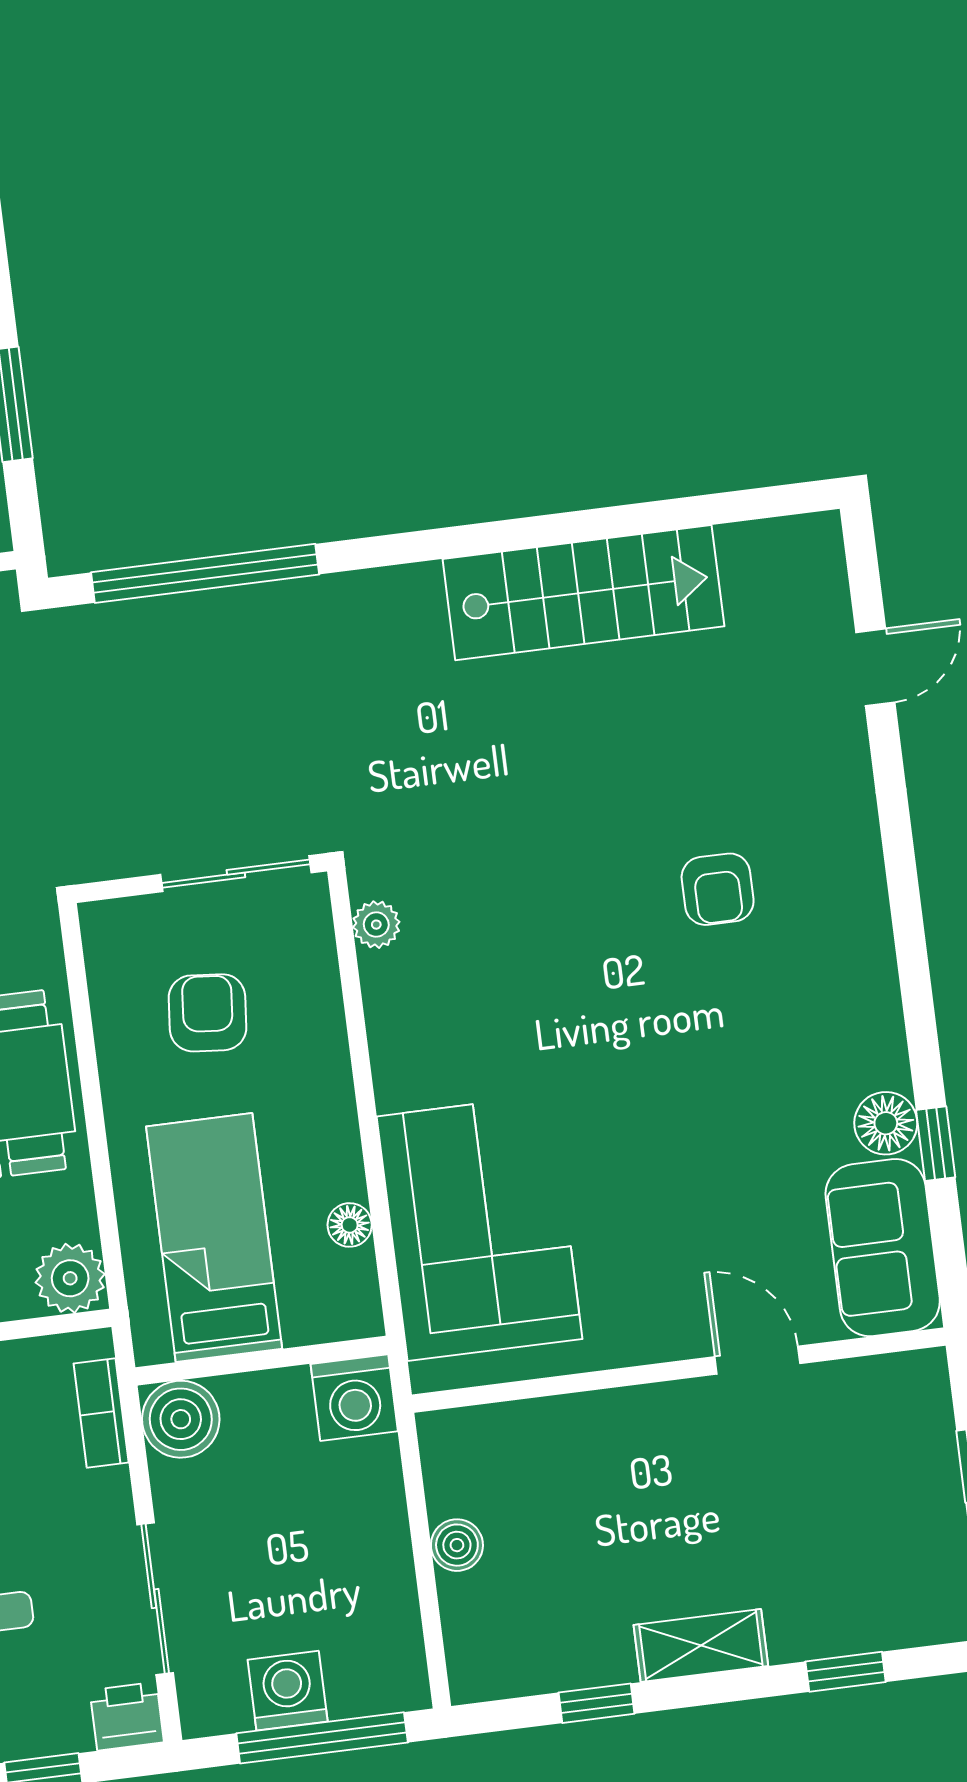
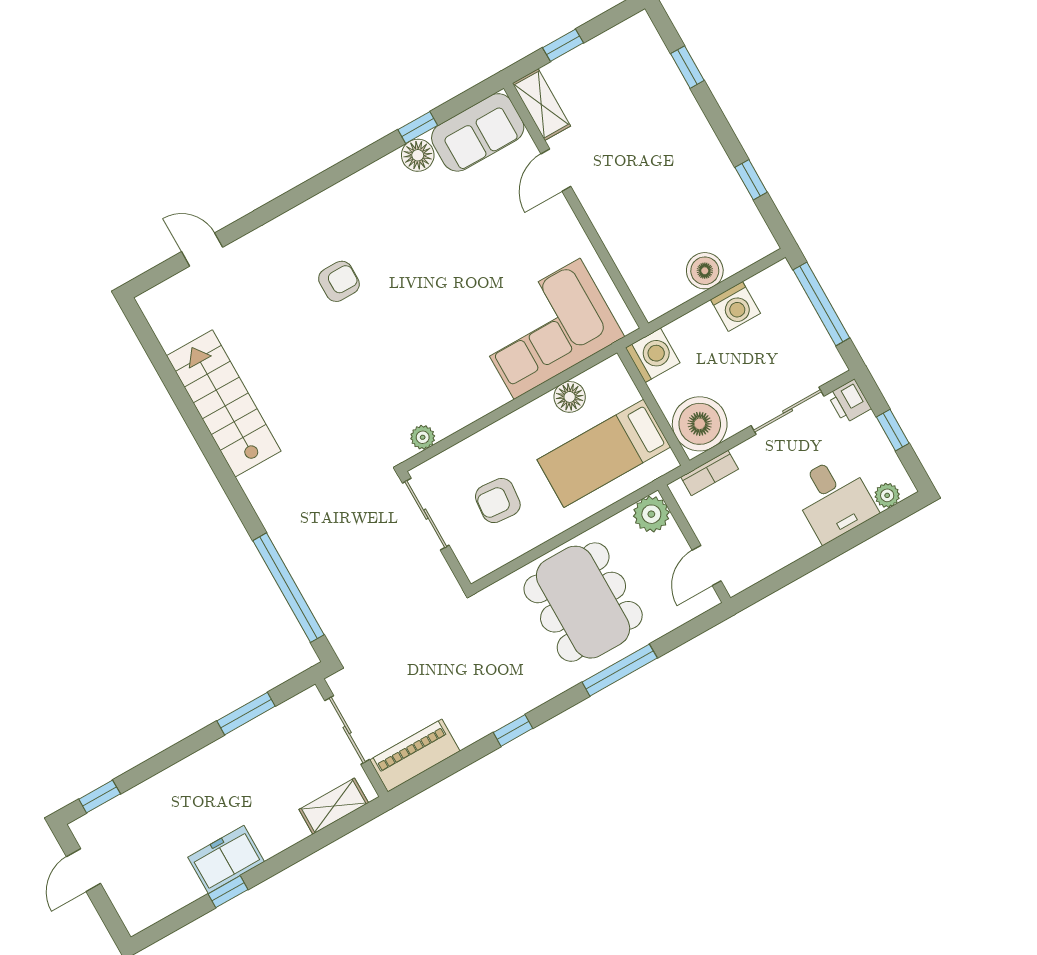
floor lamp: (350, 1225) -> (570, 397), width x1.37, depth x1.37
boiler: (181, 1419) -> (700, 424), width x1.37, depth x1.37
boiler: (457, 1545) -> (705, 271), width x1.36, depth x1.36
shelving: (701, 1645) -> (541, 105), moved
washing machine: (288, 1691) -> (735, 306), moved, turned -90

